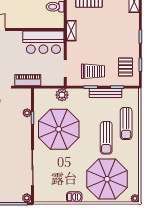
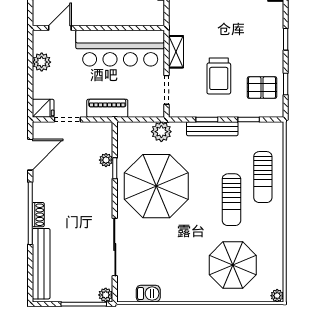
shelving: (71, 31) -> (176, 52), moved
bar counter: (43, 42) -> (120, 48), width x1.36
pallet: (125, 67) -> (262, 88), turned 90
trolley: (93, 71) -> (219, 76), moved, turned 90
bench: (106, 93) -> (212, 129), moved
parasol: (107, 179) -> (233, 265), width x0.73, depth x0.73
barbecue: (74, 197) -> (148, 294), moved

